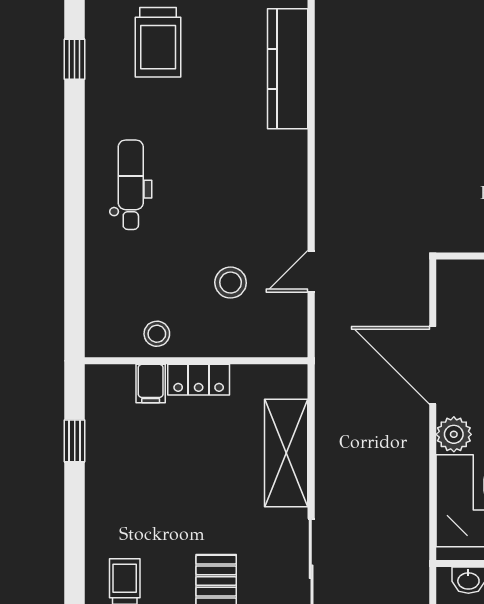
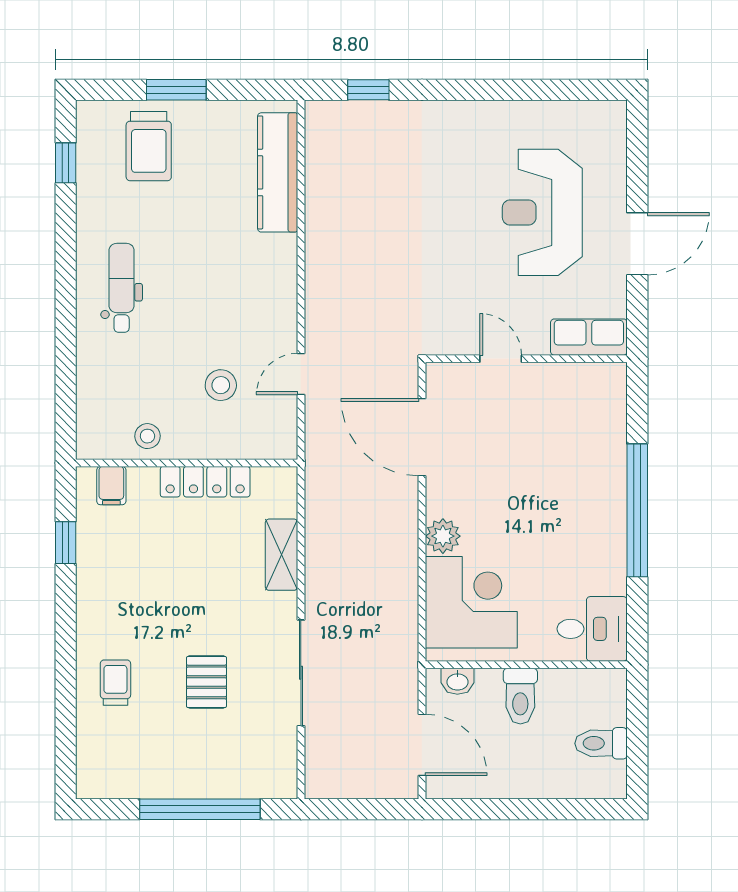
door: (433, 365) -> (422, 437), moved
locker: (199, 380) -> (205, 482), width x1.53
filing cabinet: (151, 384) -> (111, 486), moved
shelving: (286, 453) -> (282, 555), width x0.67, depth x0.75

